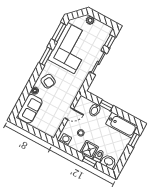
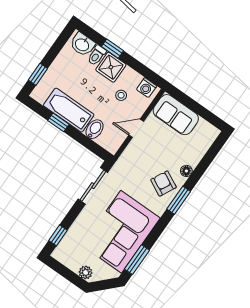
window: (46, 56) -> (179, 200), moved
sliding door: (98, 63) -> (93, 186), moved
window: (106, 105) -> (58, 122), moved
sofa: (30, 109) -> (176, 115), moved, turned -90
bathtub: (122, 125) -> (69, 110), moved

